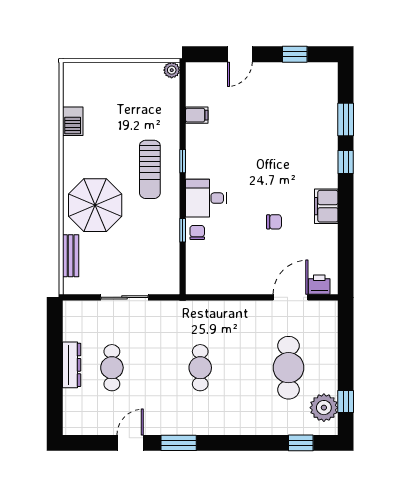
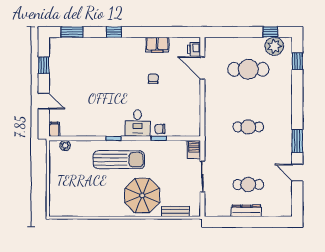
plant: (172, 70) -> (65, 145), moved
filing cabinet: (197, 115) -> (54, 129), moved
window: (346, 120) -> (72, 32), moved
barbecue: (73, 121) -> (194, 150), moved, turned -90
sun lounger: (150, 169) -> (119, 160), width x1.36, depth x1.34
filing cabinet: (326, 206) -> (157, 45), moved

